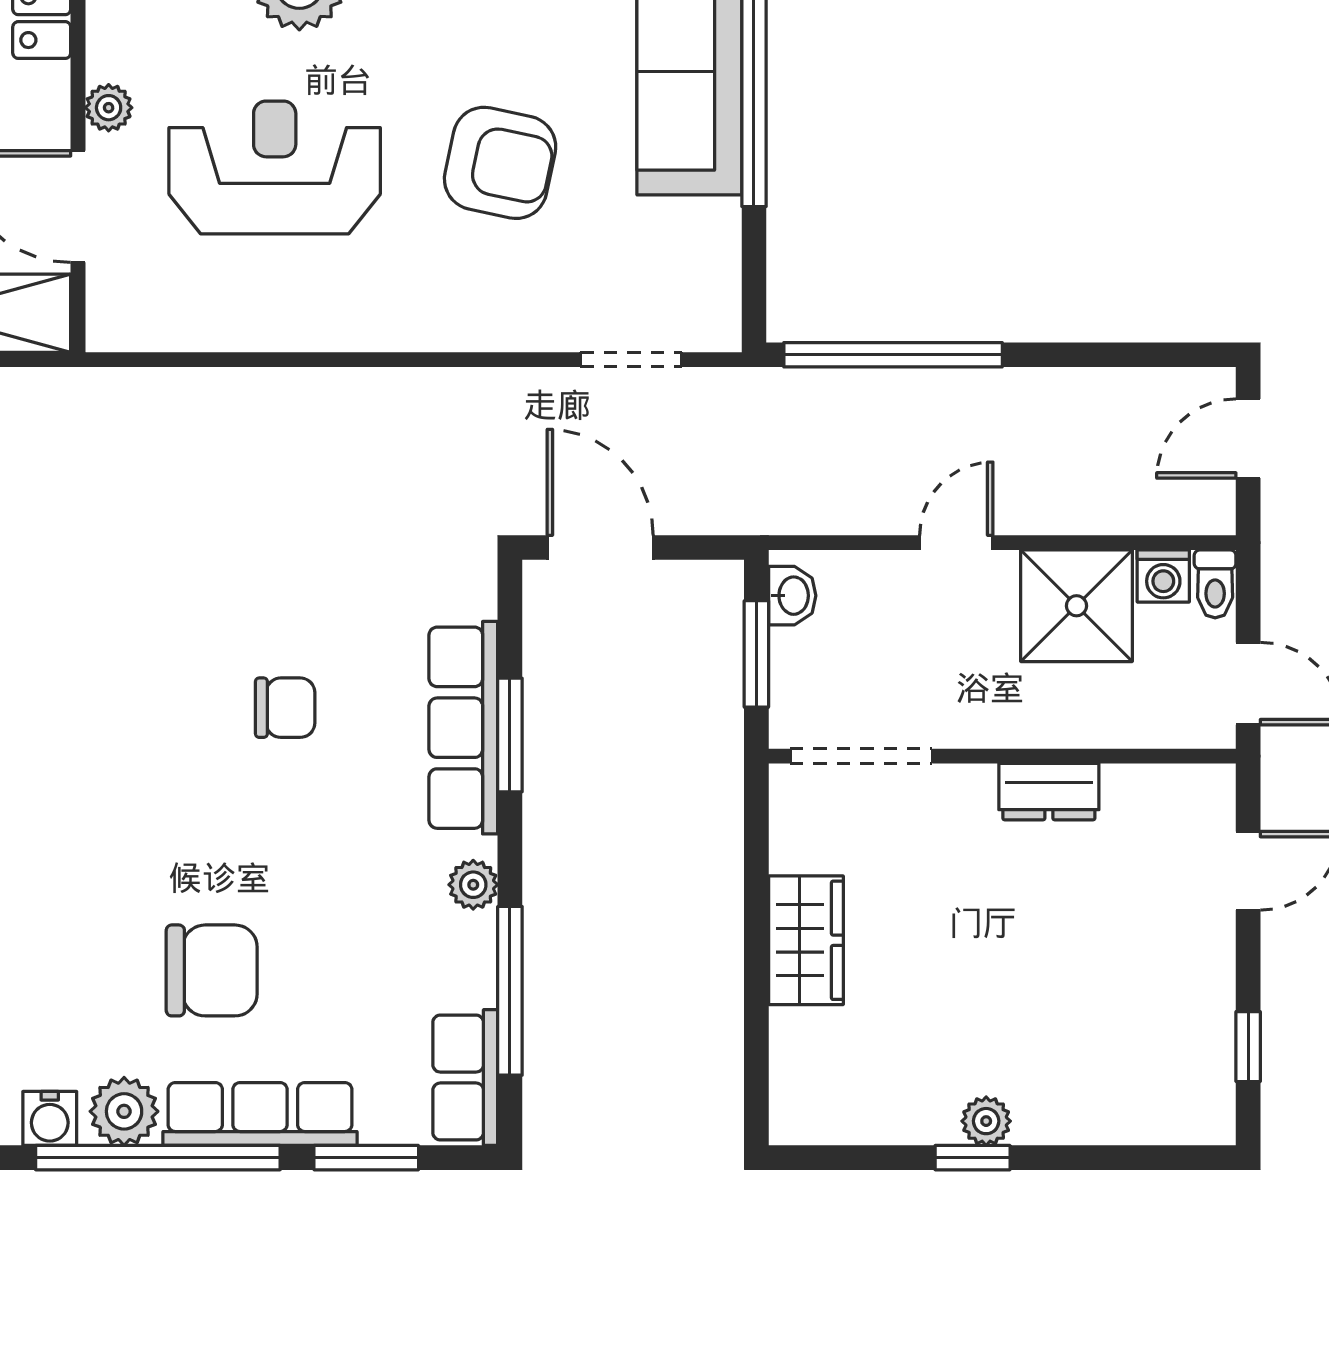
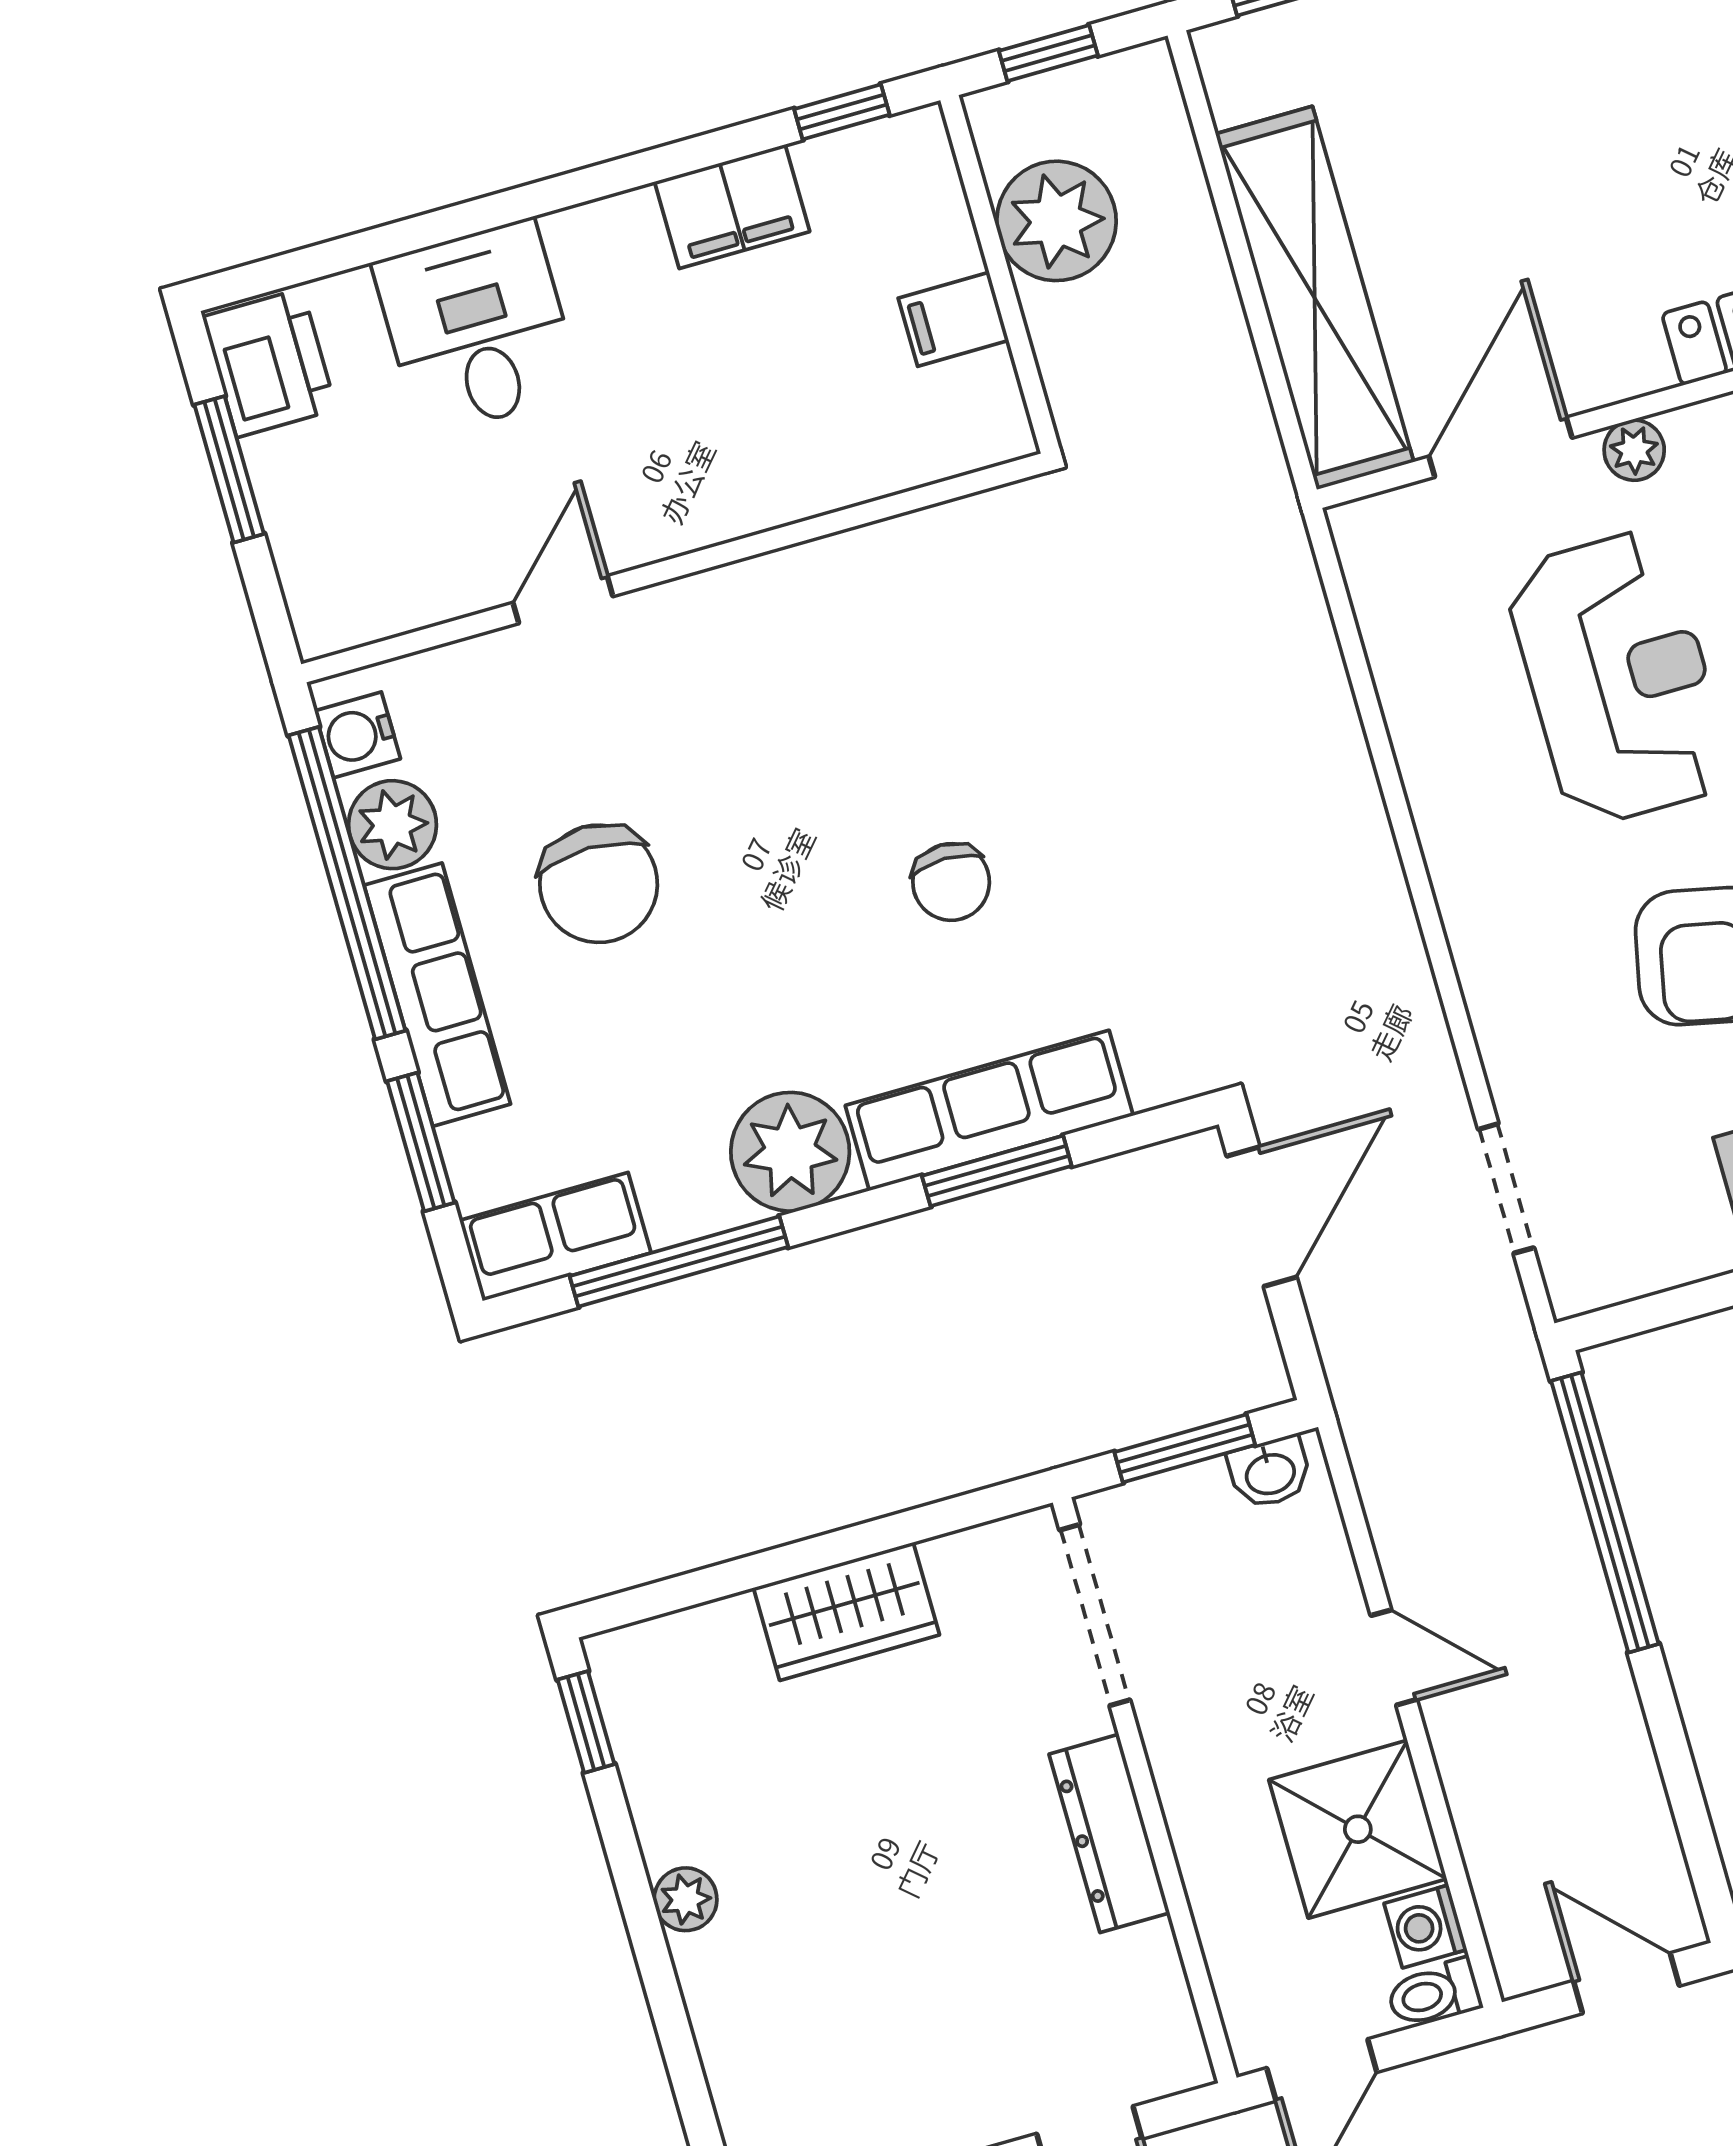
dresser: (1049, 792) -> (1109, 1833), width x1.44
plant: (473, 885) -> (790, 1152), width x1.87, depth x1.87
window: (973, 1158) -> (586, 1722), moved

